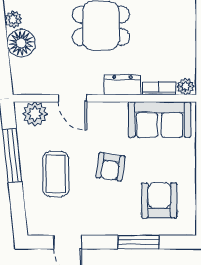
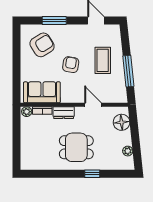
floor lamp: (21, 43) -> (122, 122), moved
plant: (35, 114) -> (115, 96), removed
armchair: (159, 200) -> (42, 45), turned -122

